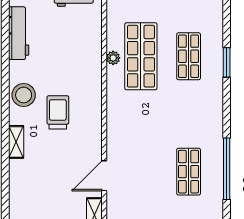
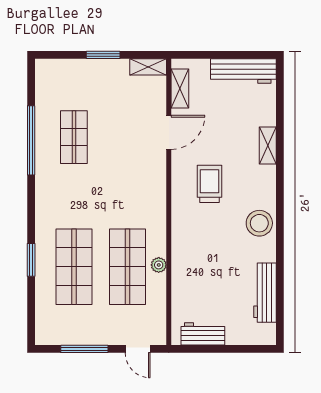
shop shelf: (189, 56) -> (74, 267), width x1.43, depth x1.36
trolley: (58, 112) -> (210, 184), moved, turned 180
shelving: (16, 142) -> (268, 146), moved

